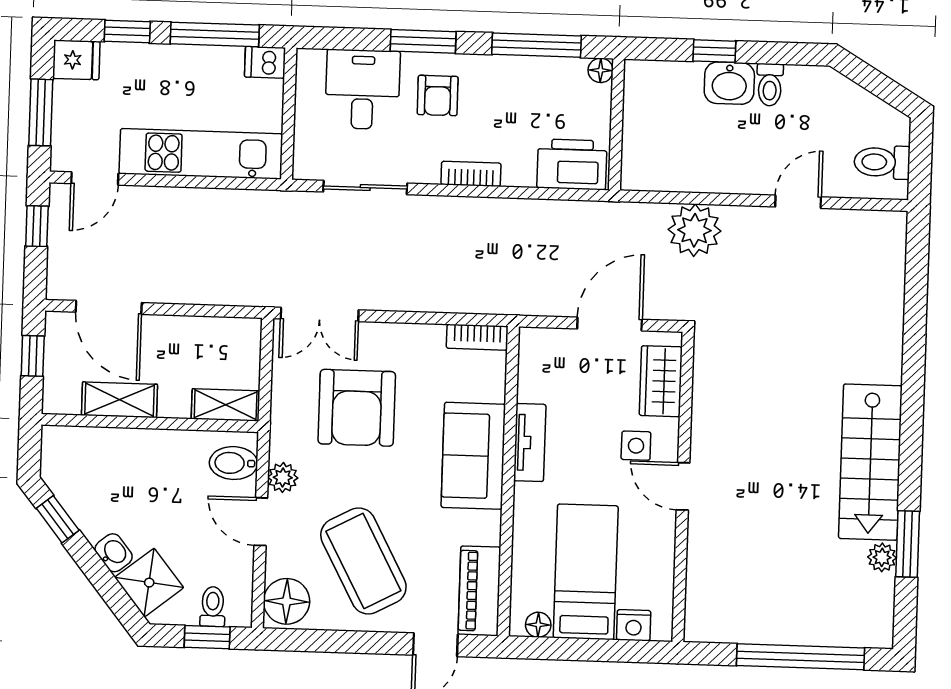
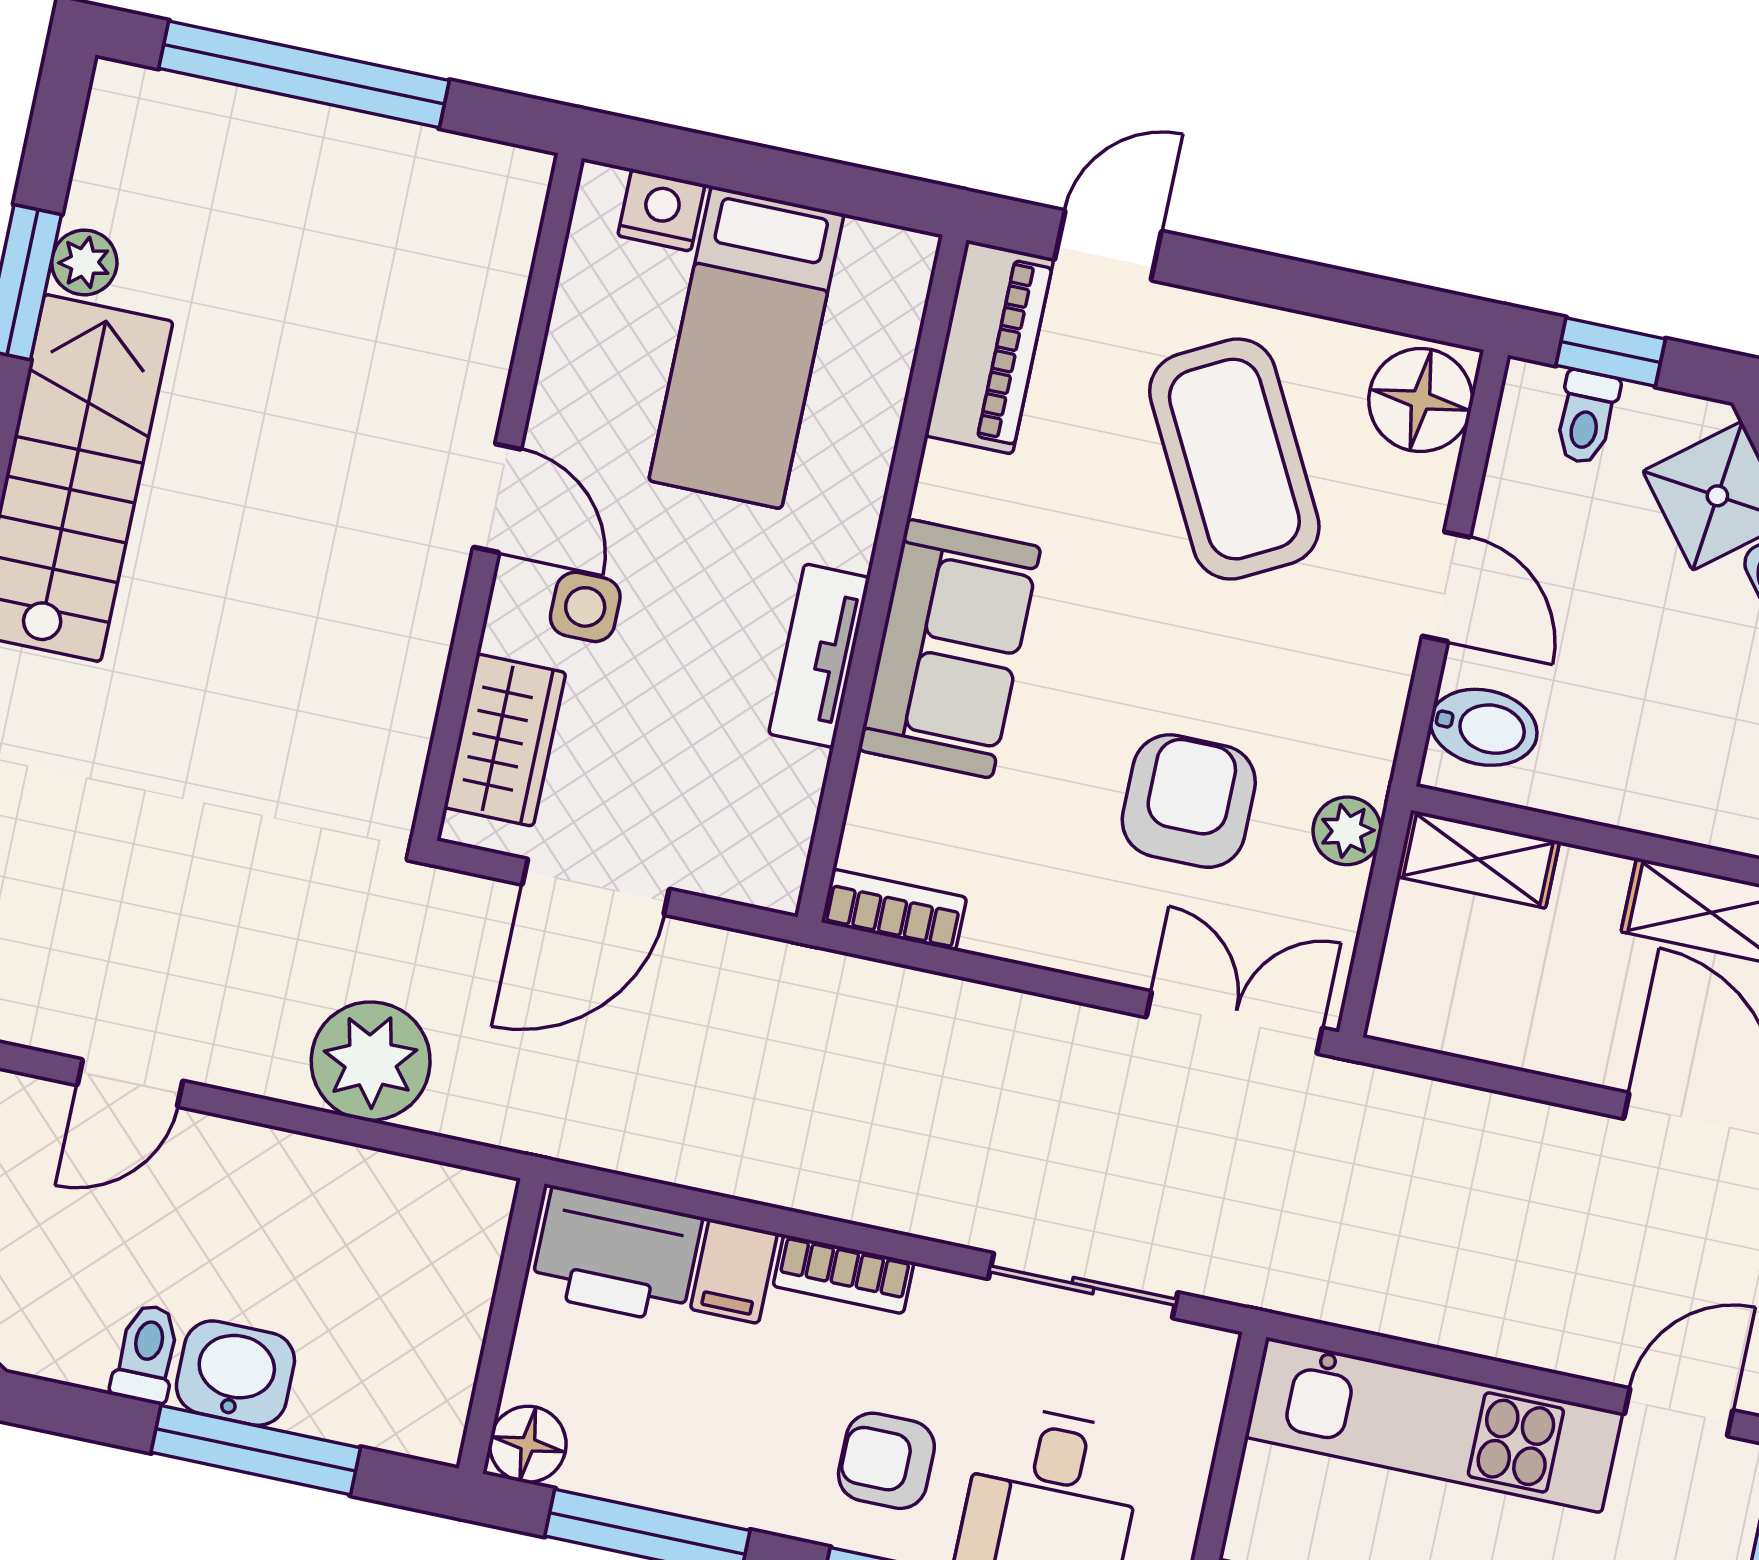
window: (714, 51) -> (256, 1450), width x2.17
floor lamp: (601, 70) -> (528, 1444), width x1.37, depth x1.37
armchair: (438, 95) -> (886, 1461), turned -90
filing cabinet: (519, 167) -> (734, 1271), added
armchair: (357, 408) -> (1189, 801), width x0.73, depth x0.73
plant: (283, 478) -> (1347, 831), moved
floor lamp: (538, 625) -> (872, 249), removed

